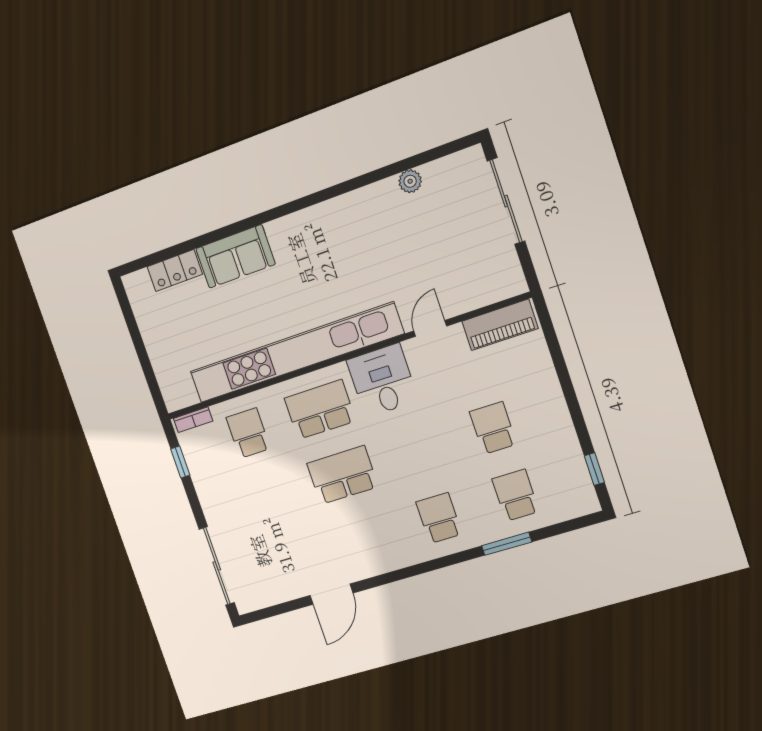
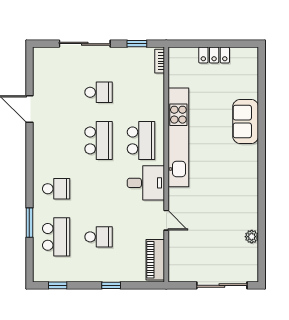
locker: (175, 270) -> (214, 55), moved, turned -90
kitchen unit: (295, 353) -> (178, 137), width x0.73
window: (566, 383) -> (111, 285), added
school desk: (248, 433) -> (99, 92), moved
school desk: (516, 495) -> (56, 237), width x1.85
sliding door: (217, 566) -> (85, 44), moved

